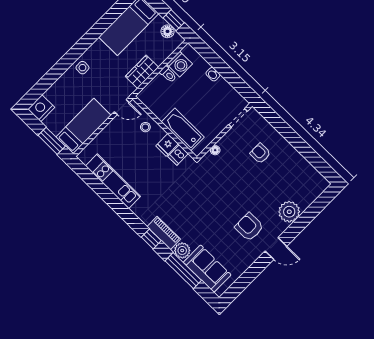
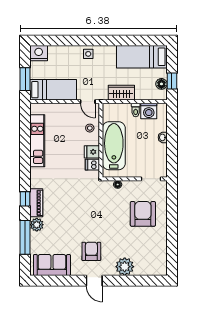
bathtub: (183, 129) -> (114, 146), width x1.36, depth x1.36
armchair: (260, 153) -> (143, 214), width x1.88, depth x1.88
sofa: (207, 269) -> (52, 265), moved, turned -90

